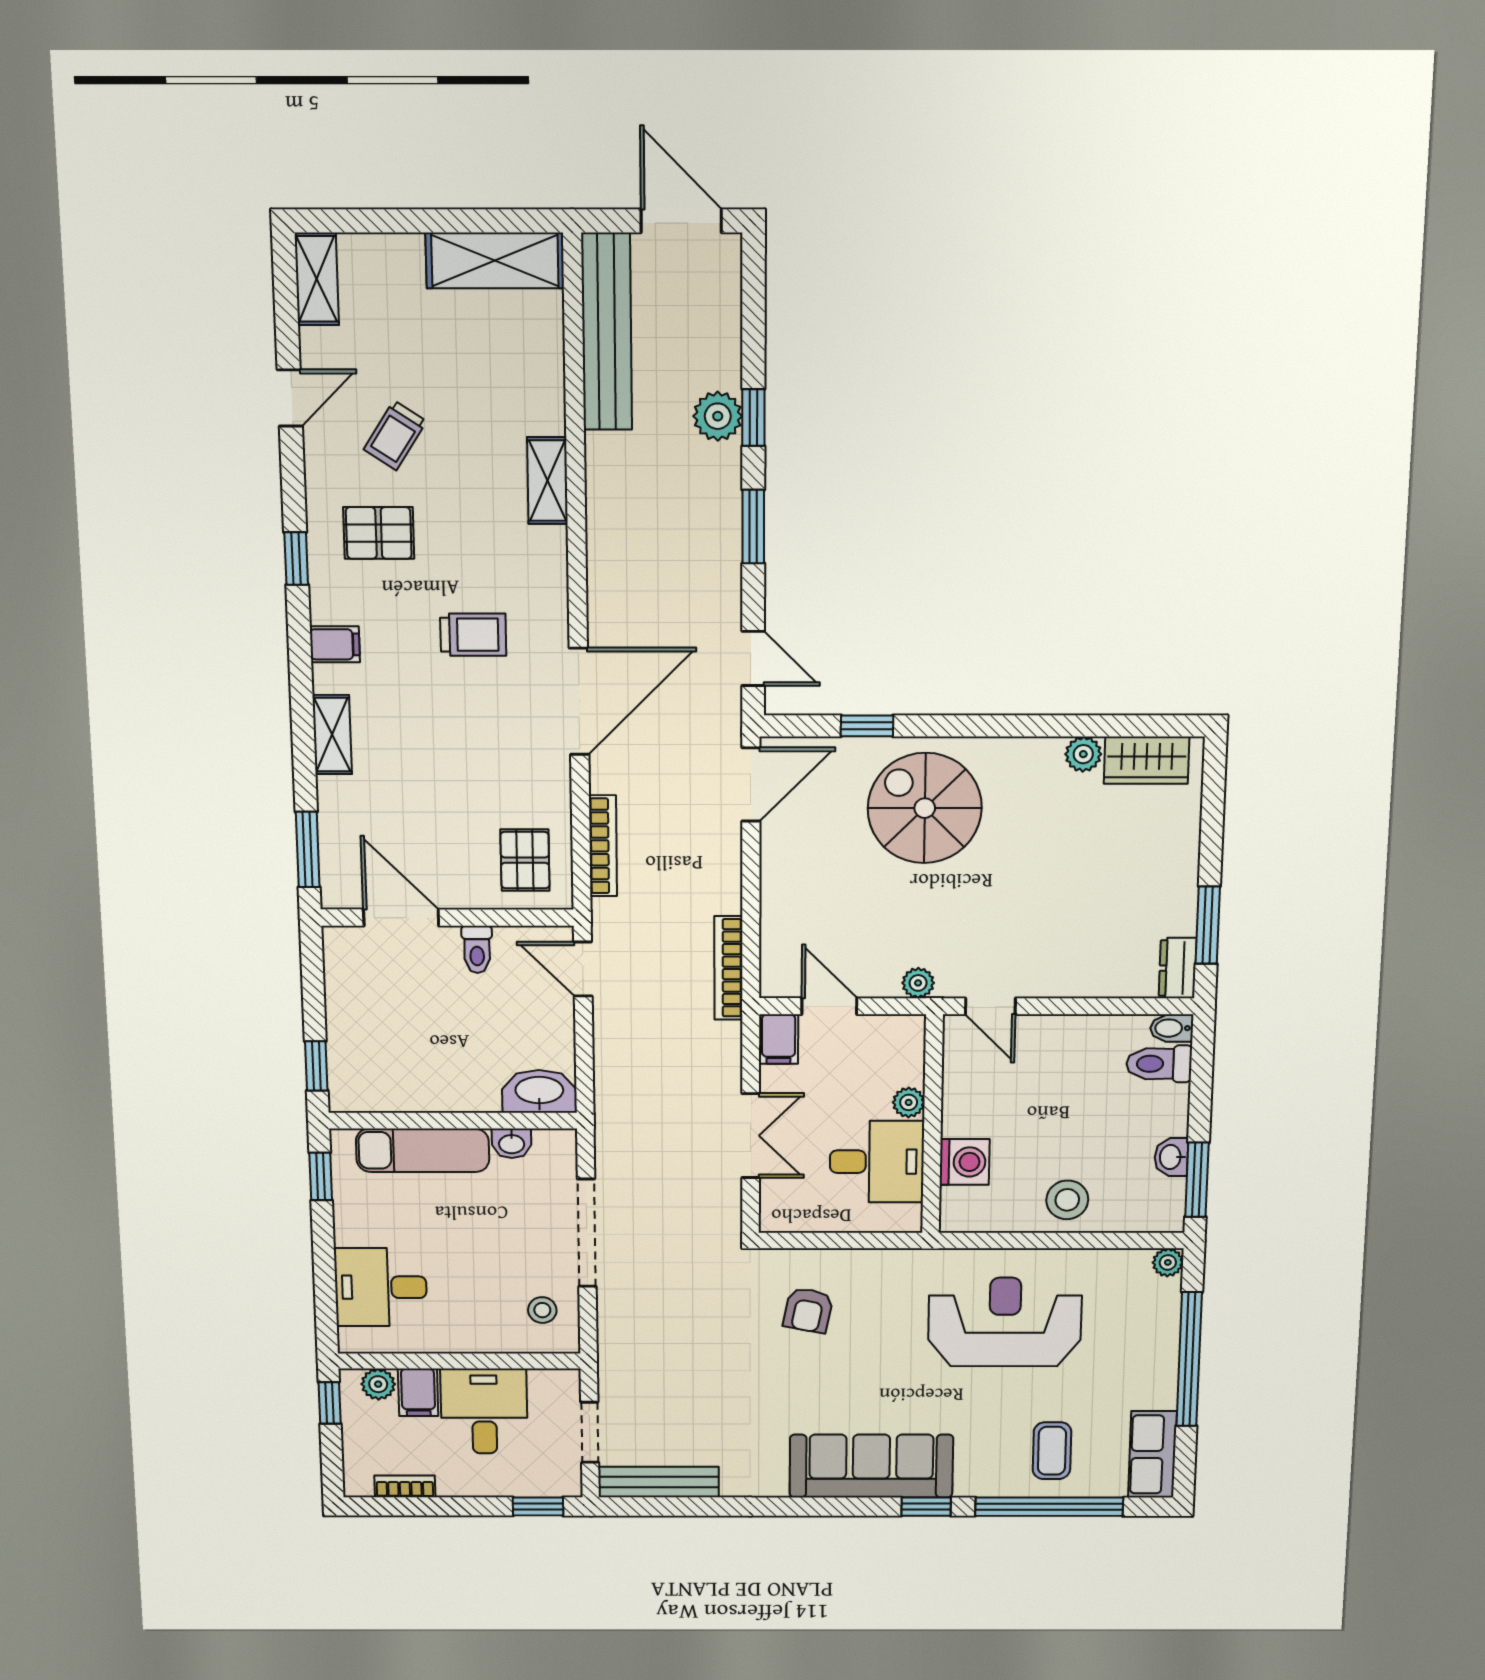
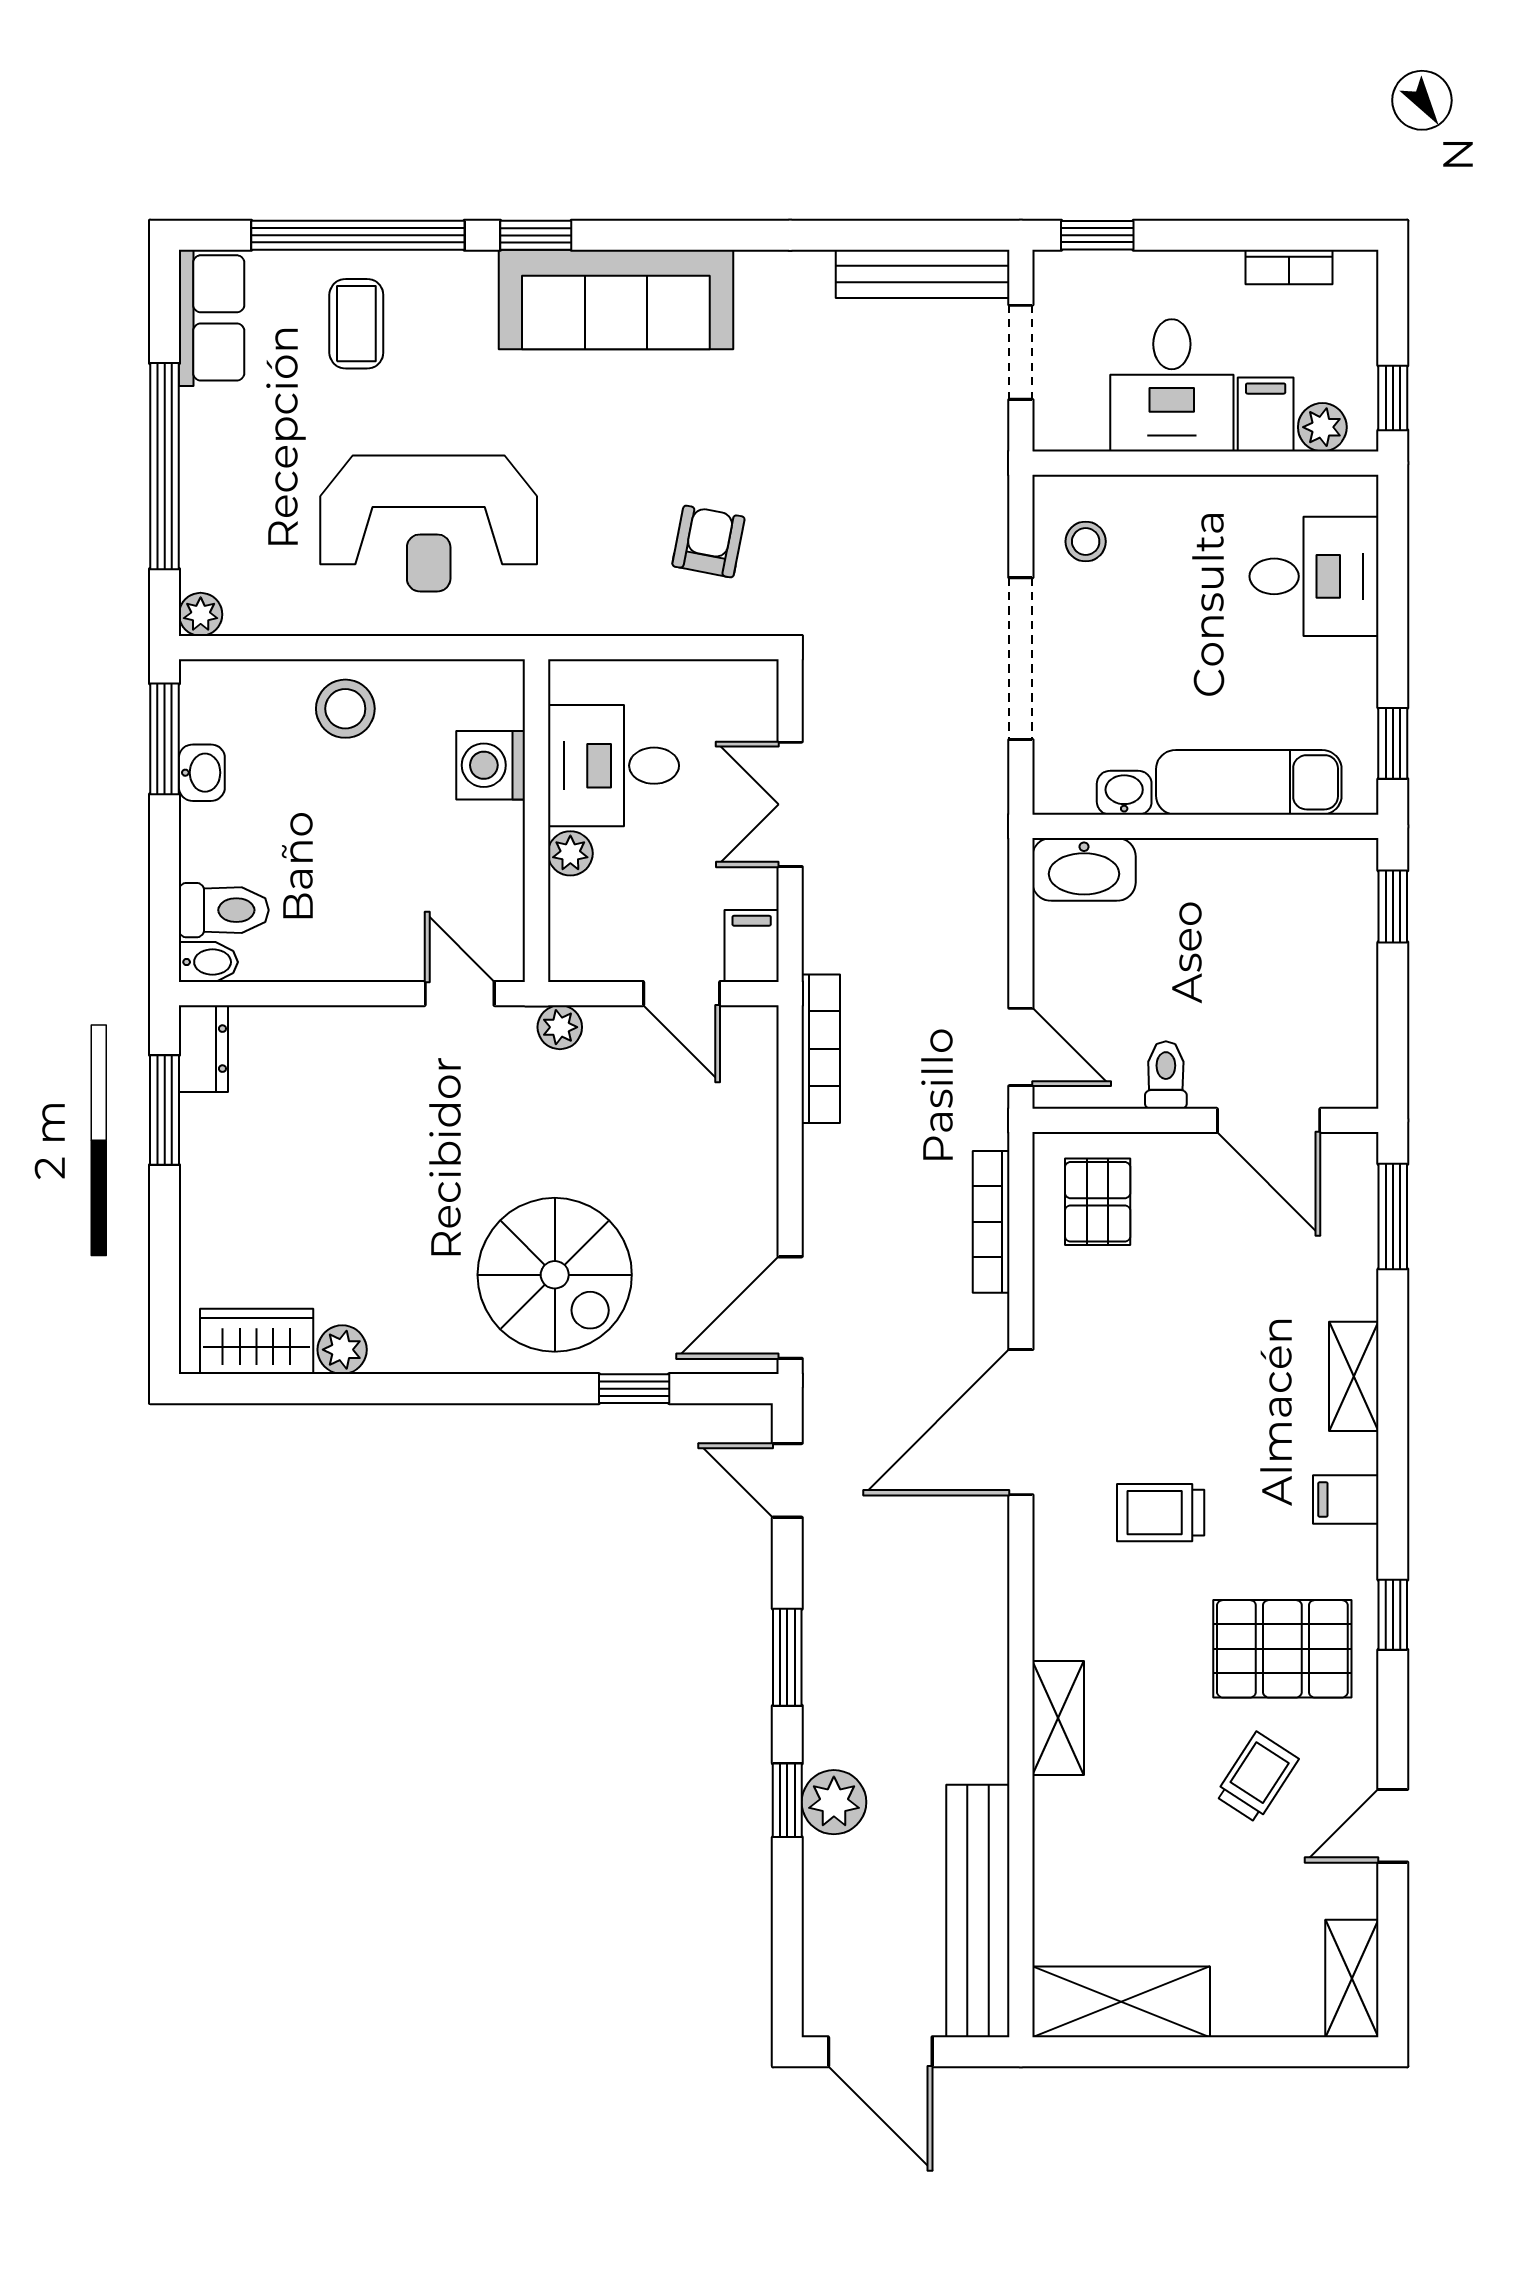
pallet: (379, 533) -> (1282, 1649), width x1.50, depth x1.42

